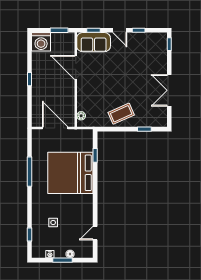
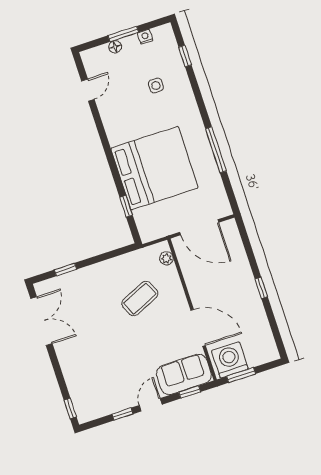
door: (120, 30) -> (151, 405), hinge flipped
washing machine: (41, 42) -> (230, 360), moved
double door: (169, 90) -> (41, 321), moved
coffee table: (121, 114) -> (140, 299), moved

